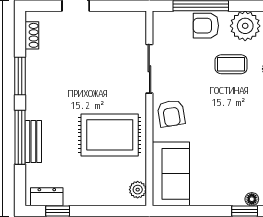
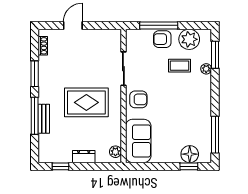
armchair: (171, 113) -> (138, 99), turned -81
rug: (110, 135) -> (86, 102), moved
dresser: (47, 197) -> (84, 157), moved
floor lamp: (252, 199) -> (190, 154), width x1.89, depth x1.89

